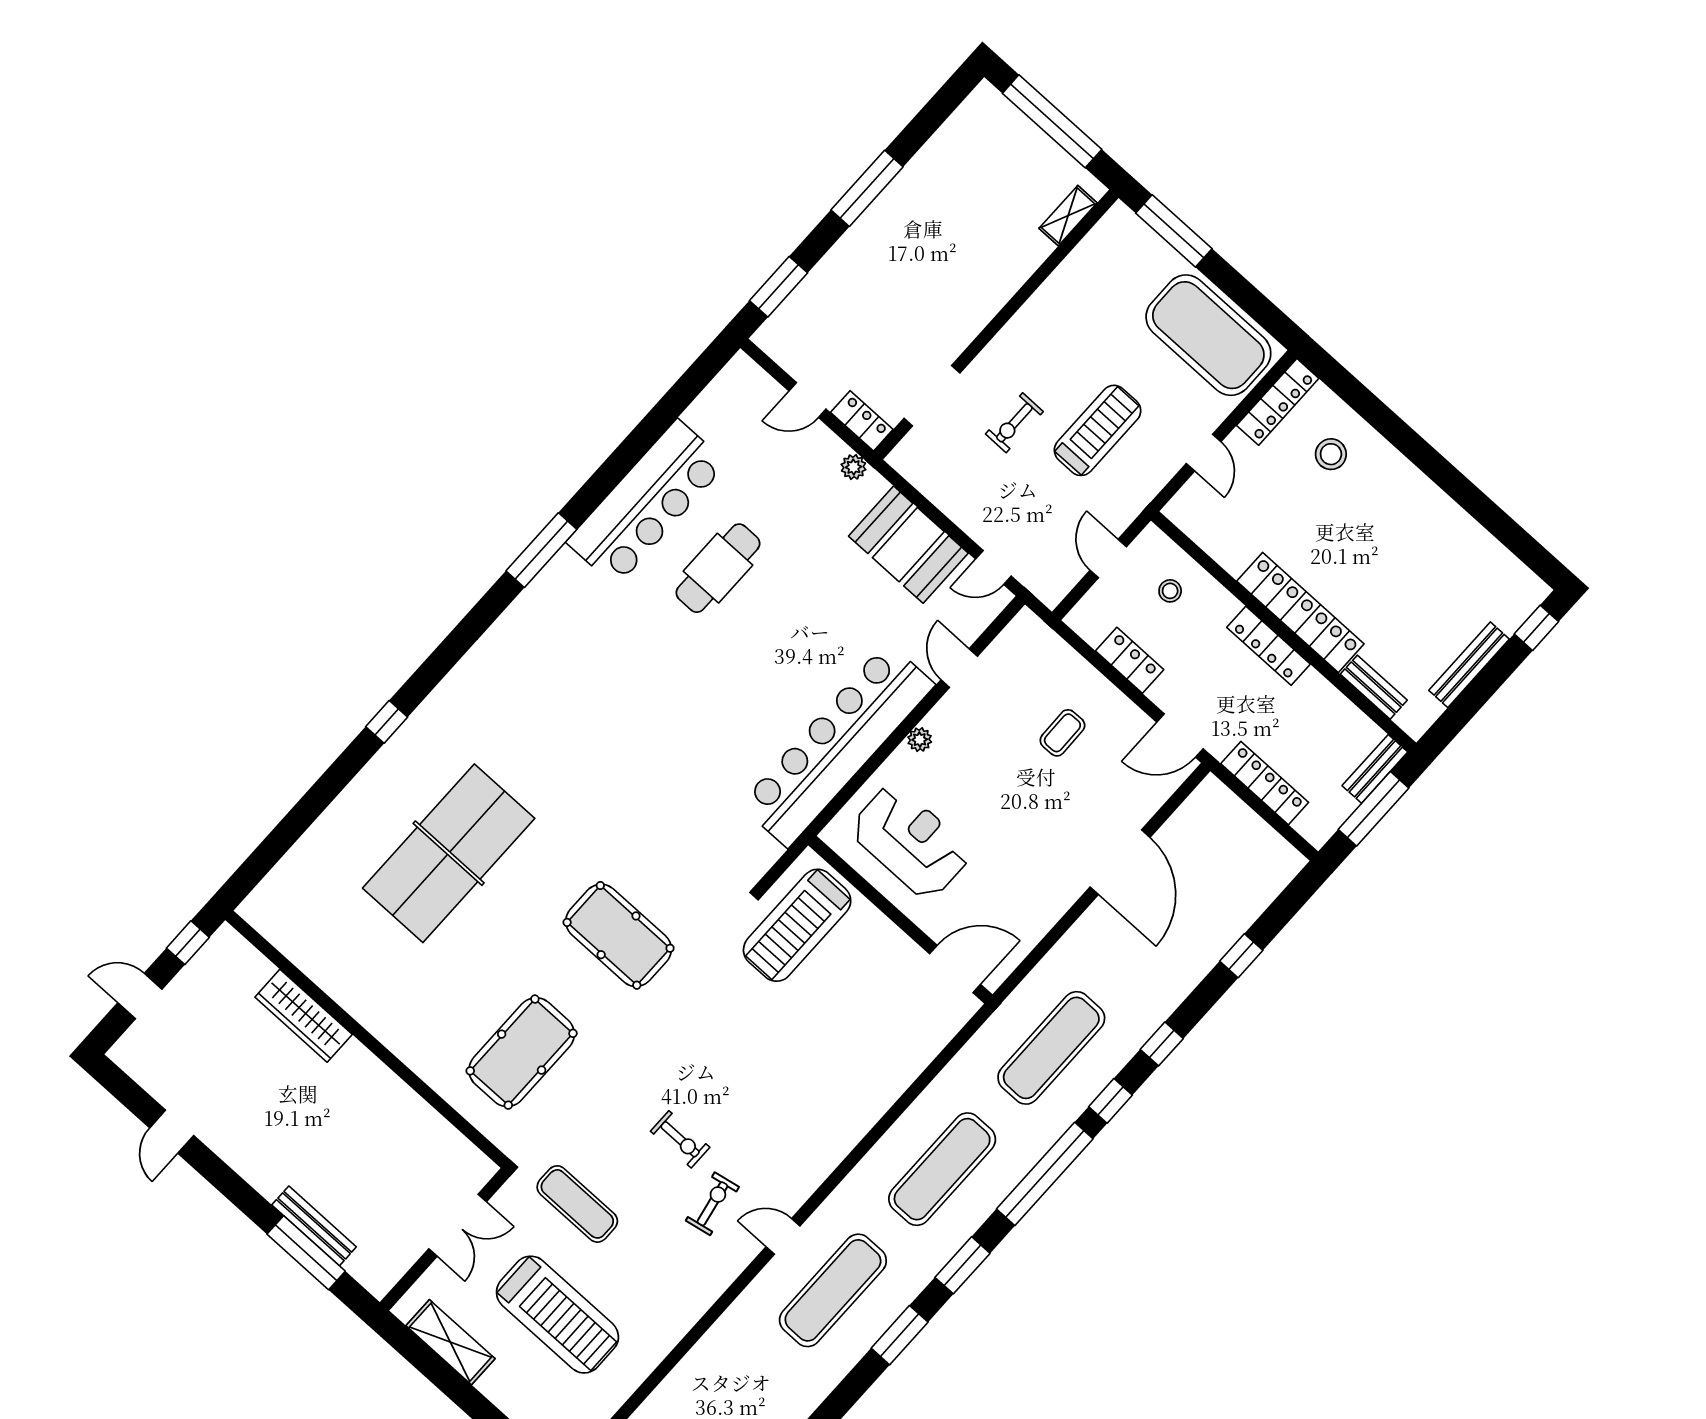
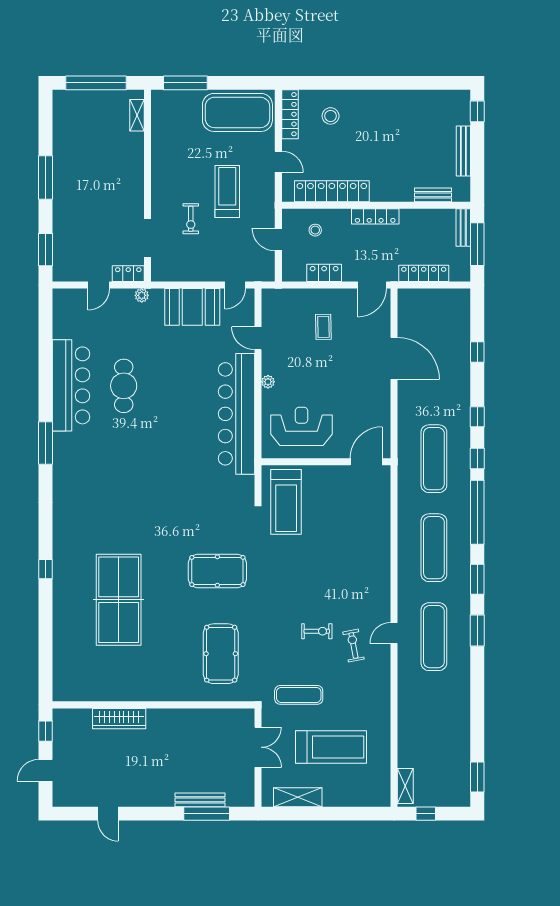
locker: (1300, 612) -> (332, 191), moved

